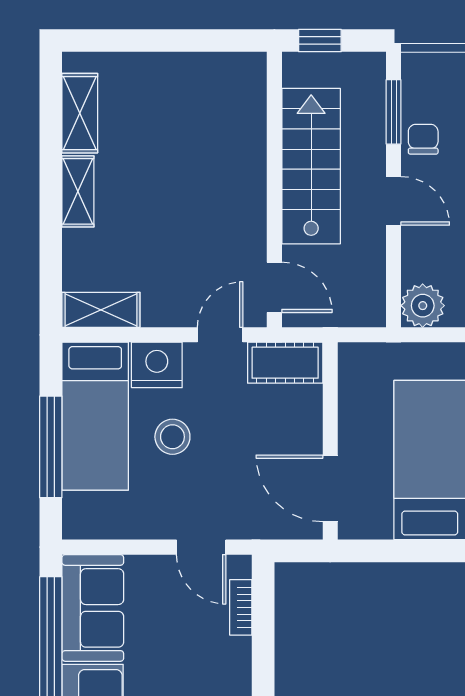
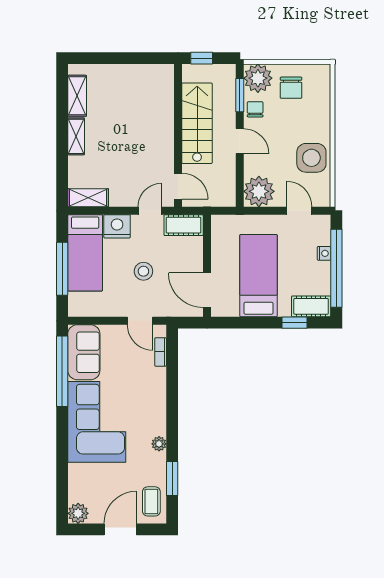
plant: (429, 79) -> (258, 78), added
plant: (423, 306) -> (259, 191), width x1.36, depth x1.36
stool: (172, 437) -> (143, 271), moved

